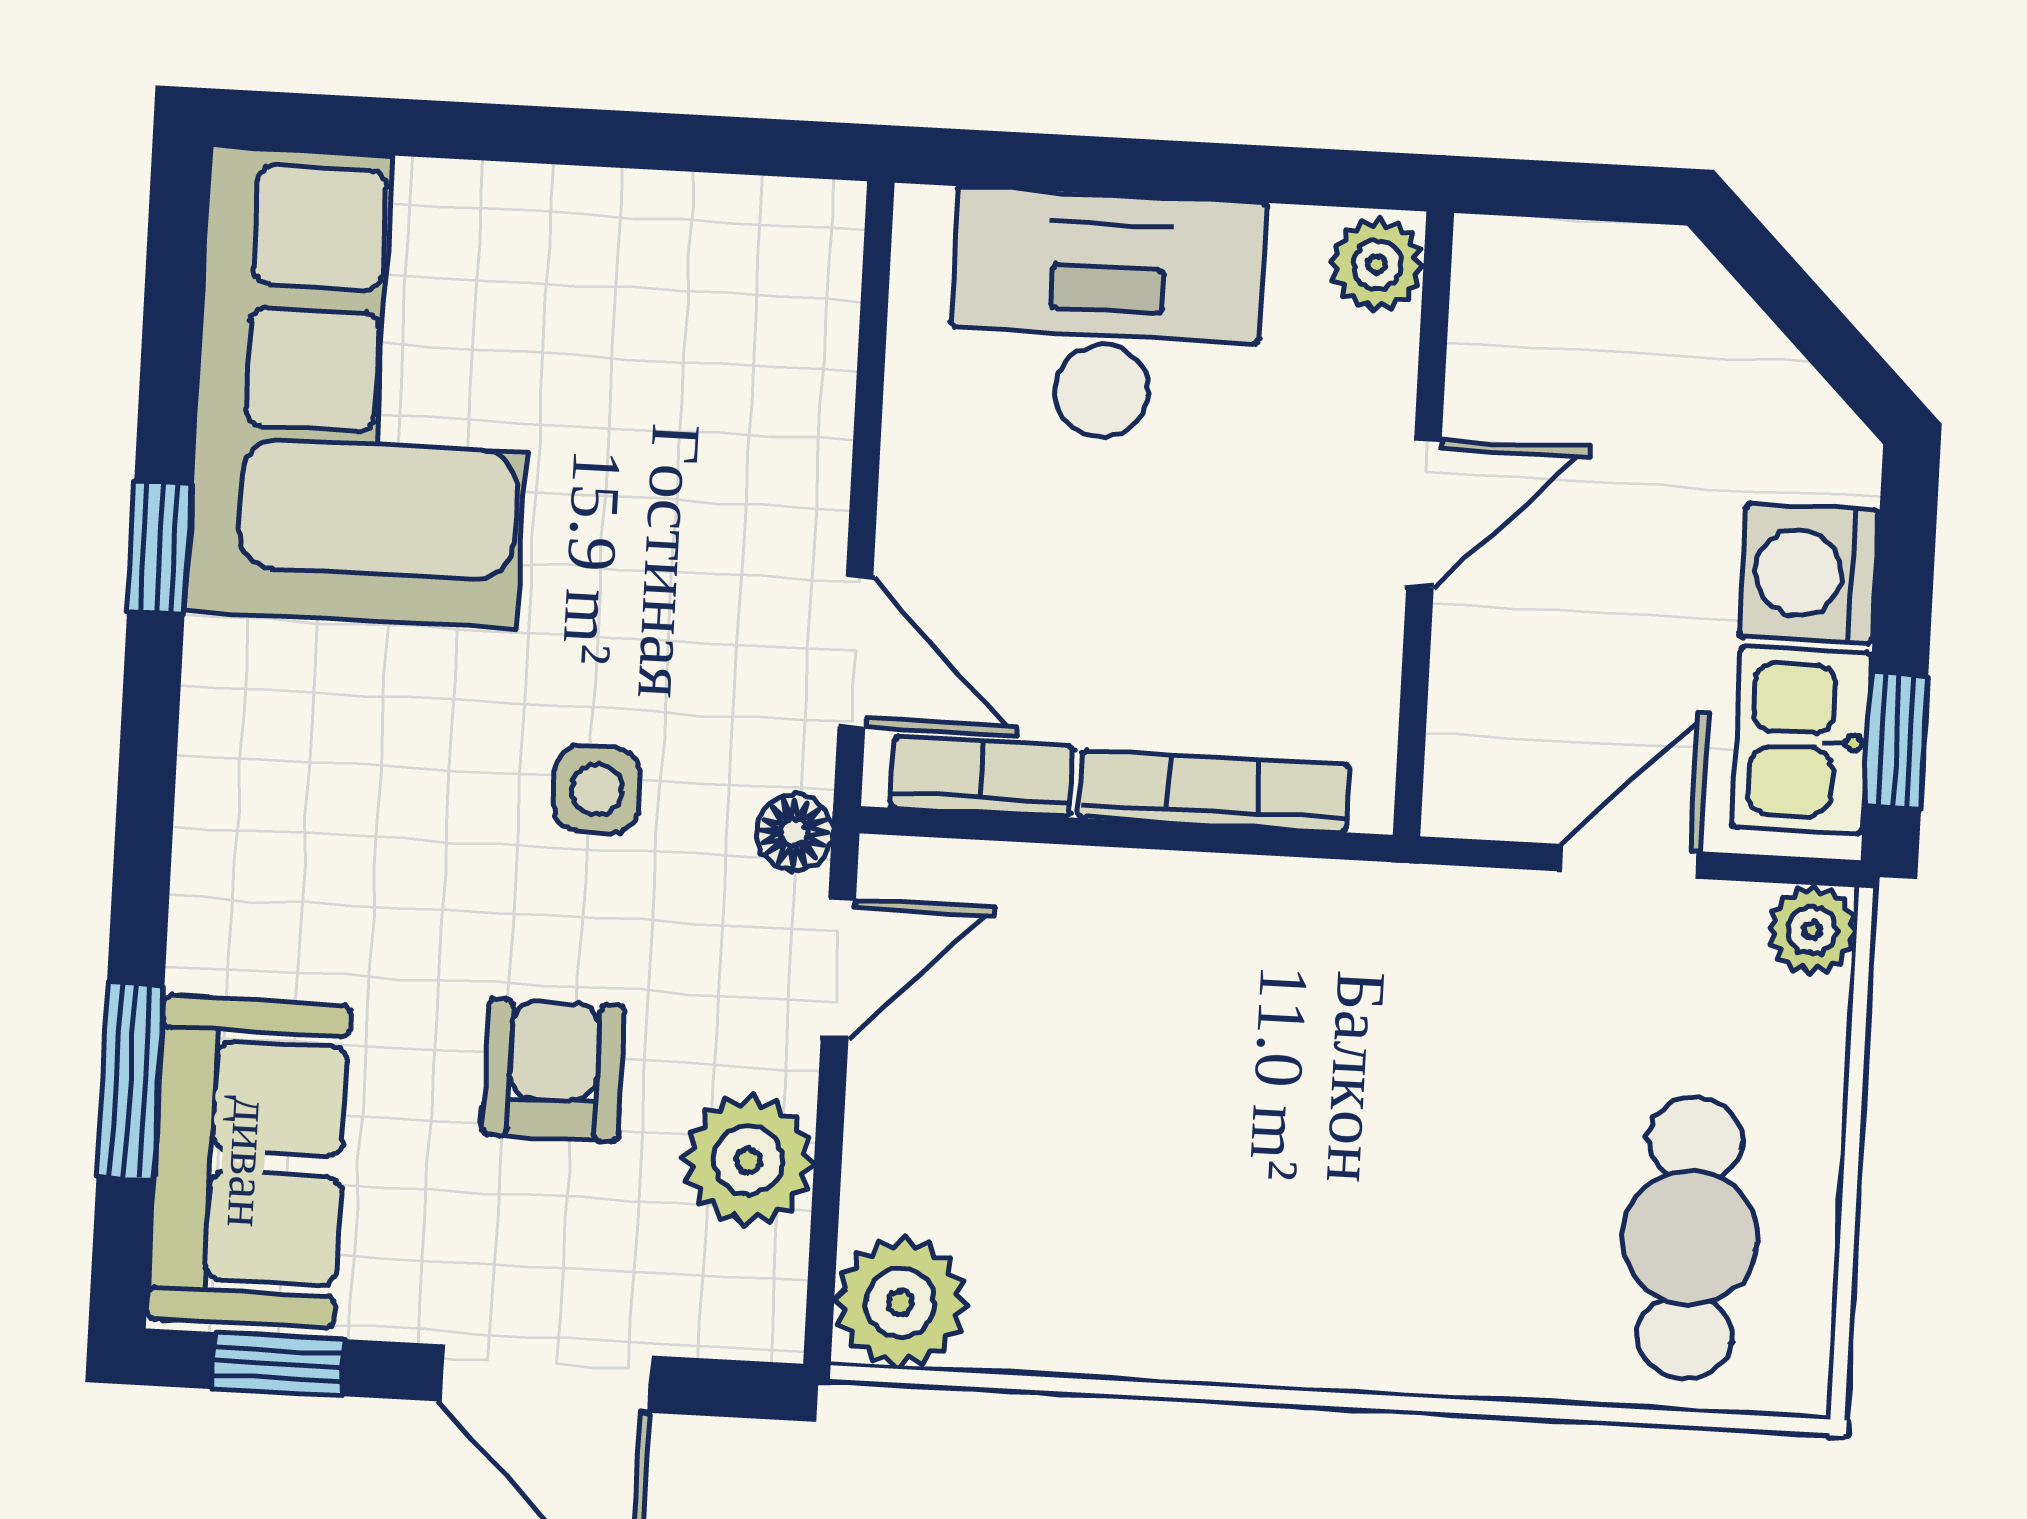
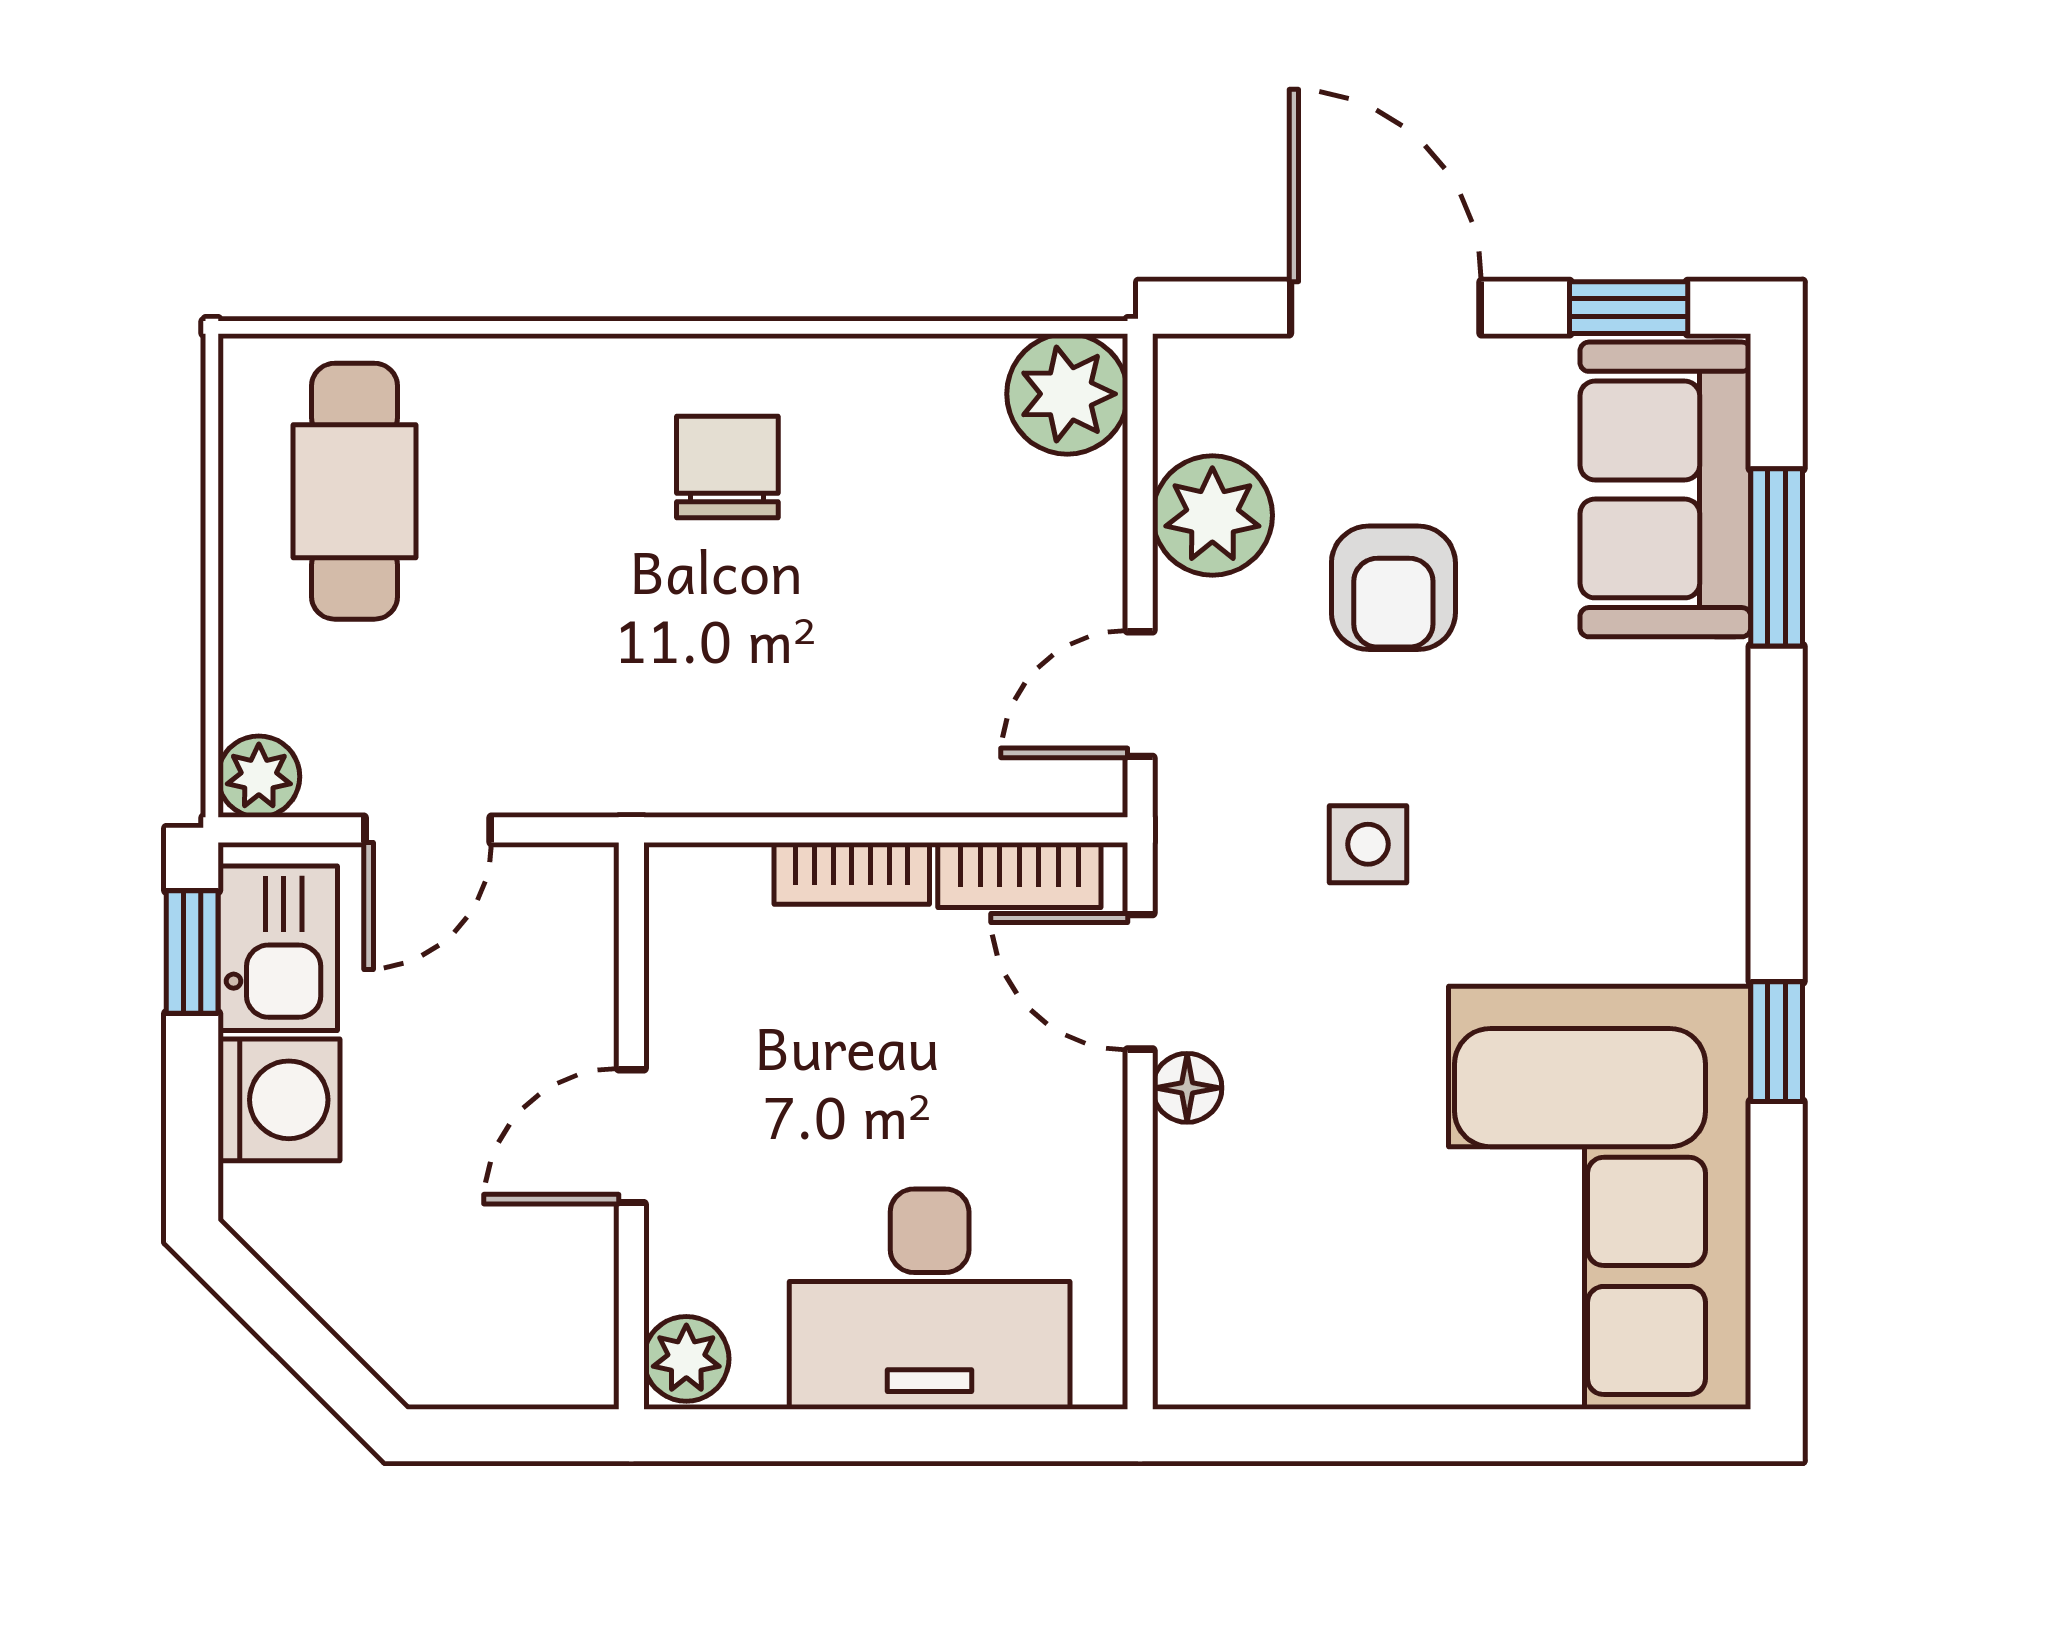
bookcase: (1214, 791) -> (852, 873), width x0.64
floor lamp: (794, 832) -> (1187, 1088), moved
chair: (1279, 1242) -> (727, 467), added

